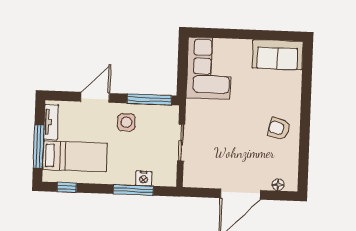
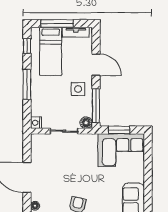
window: (182, 70) -> (119, 130), added
floor lamp: (171, 113) -> (86, 123), added
nightstand: (144, 178) -> (36, 123), moved
window: (133, 190) -> (27, 84), moved

